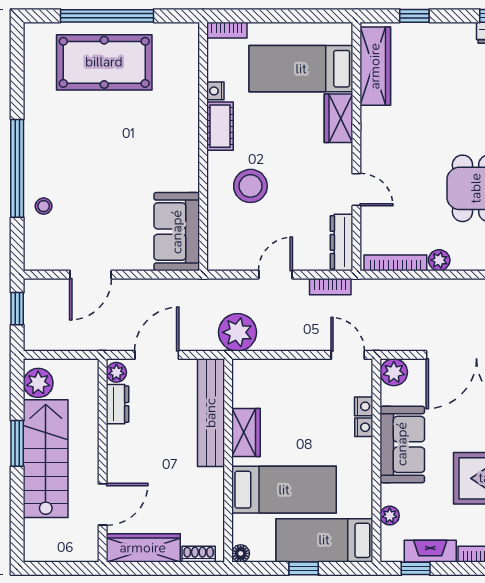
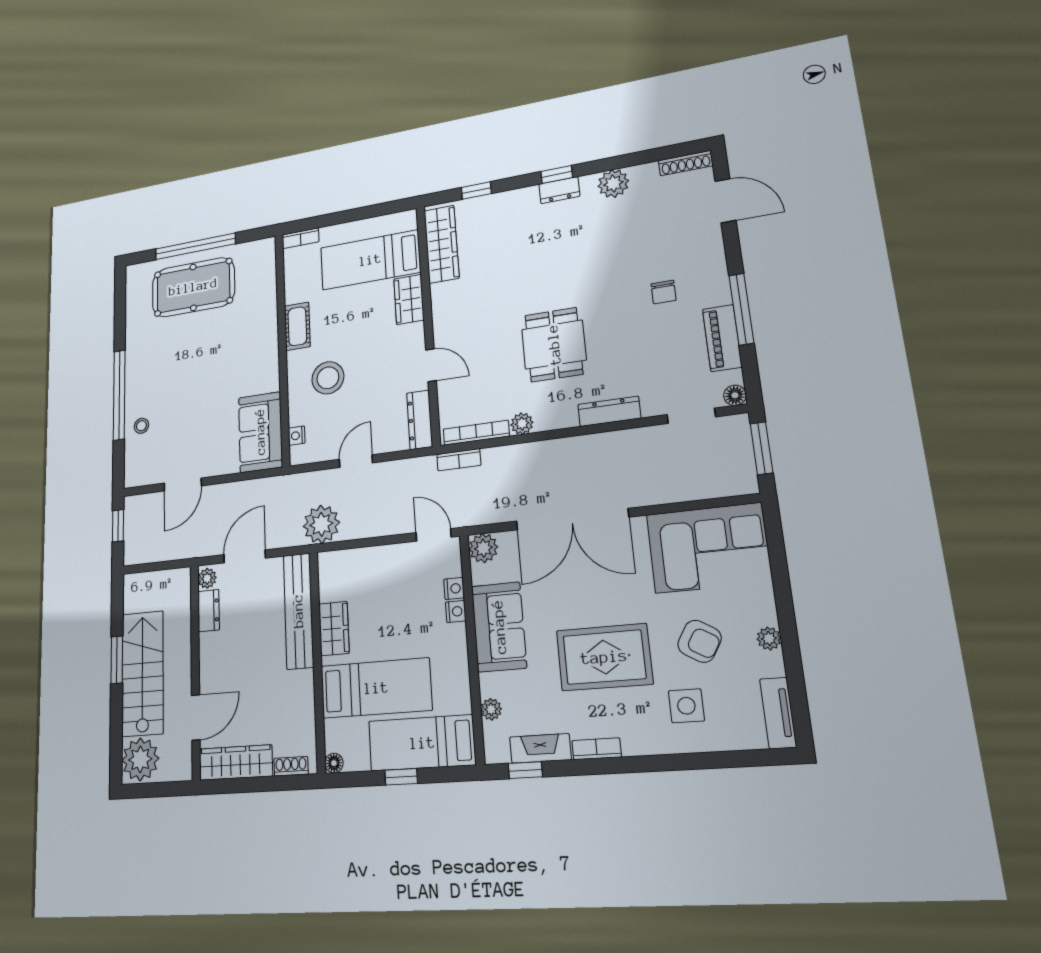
nightstand: (215, 91) -> (297, 436), moved
bookcase: (330, 287) -> (459, 460), moved
plant: (38, 383) -> (140, 759), moved, width x1.36, depth x1.36

